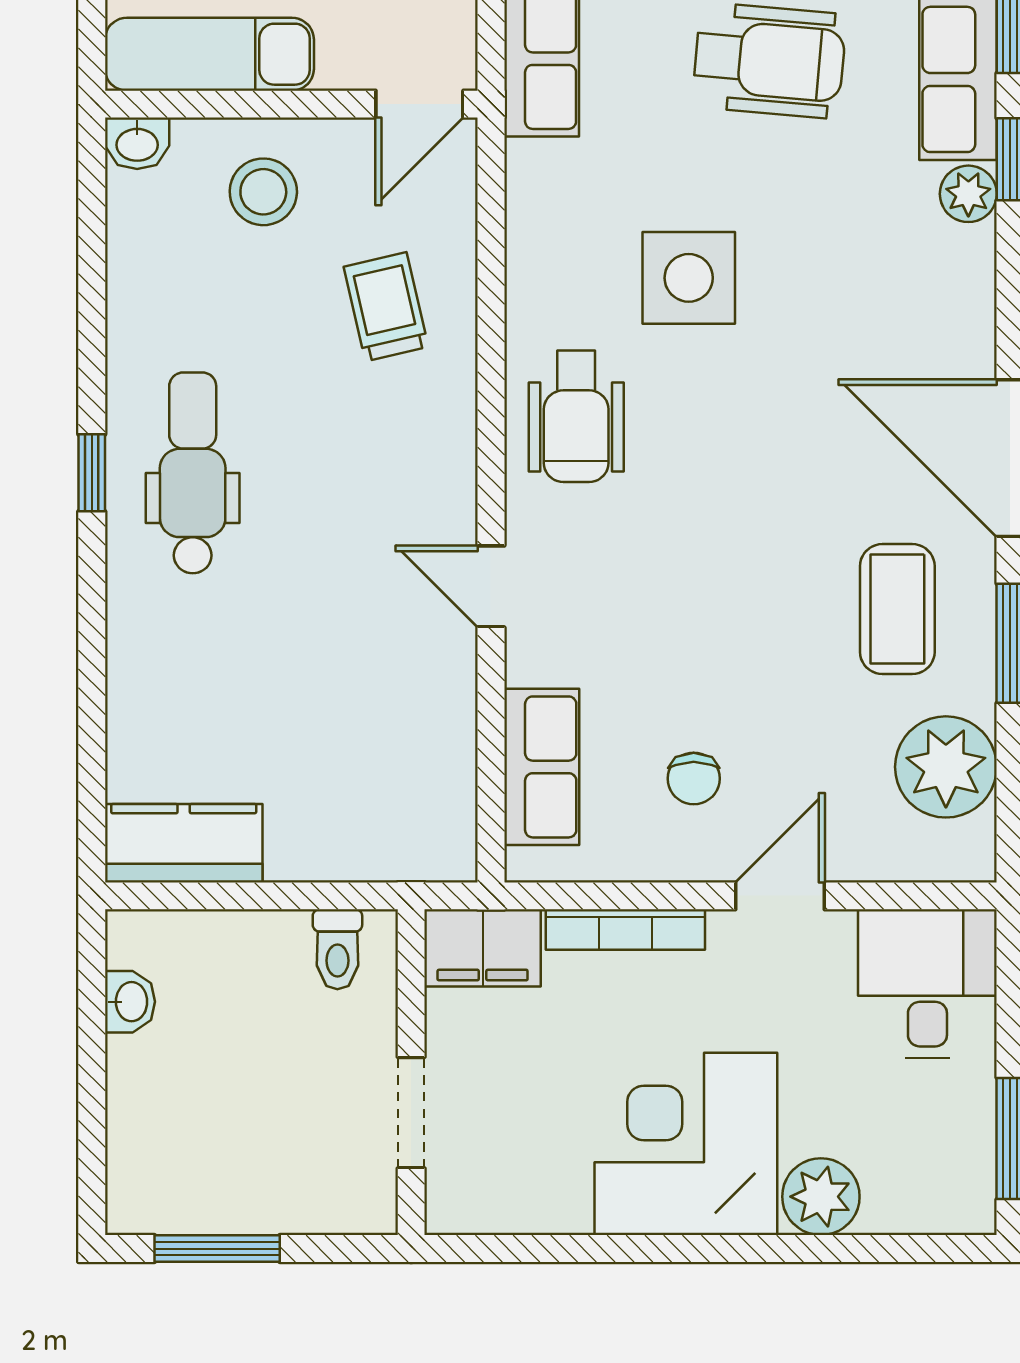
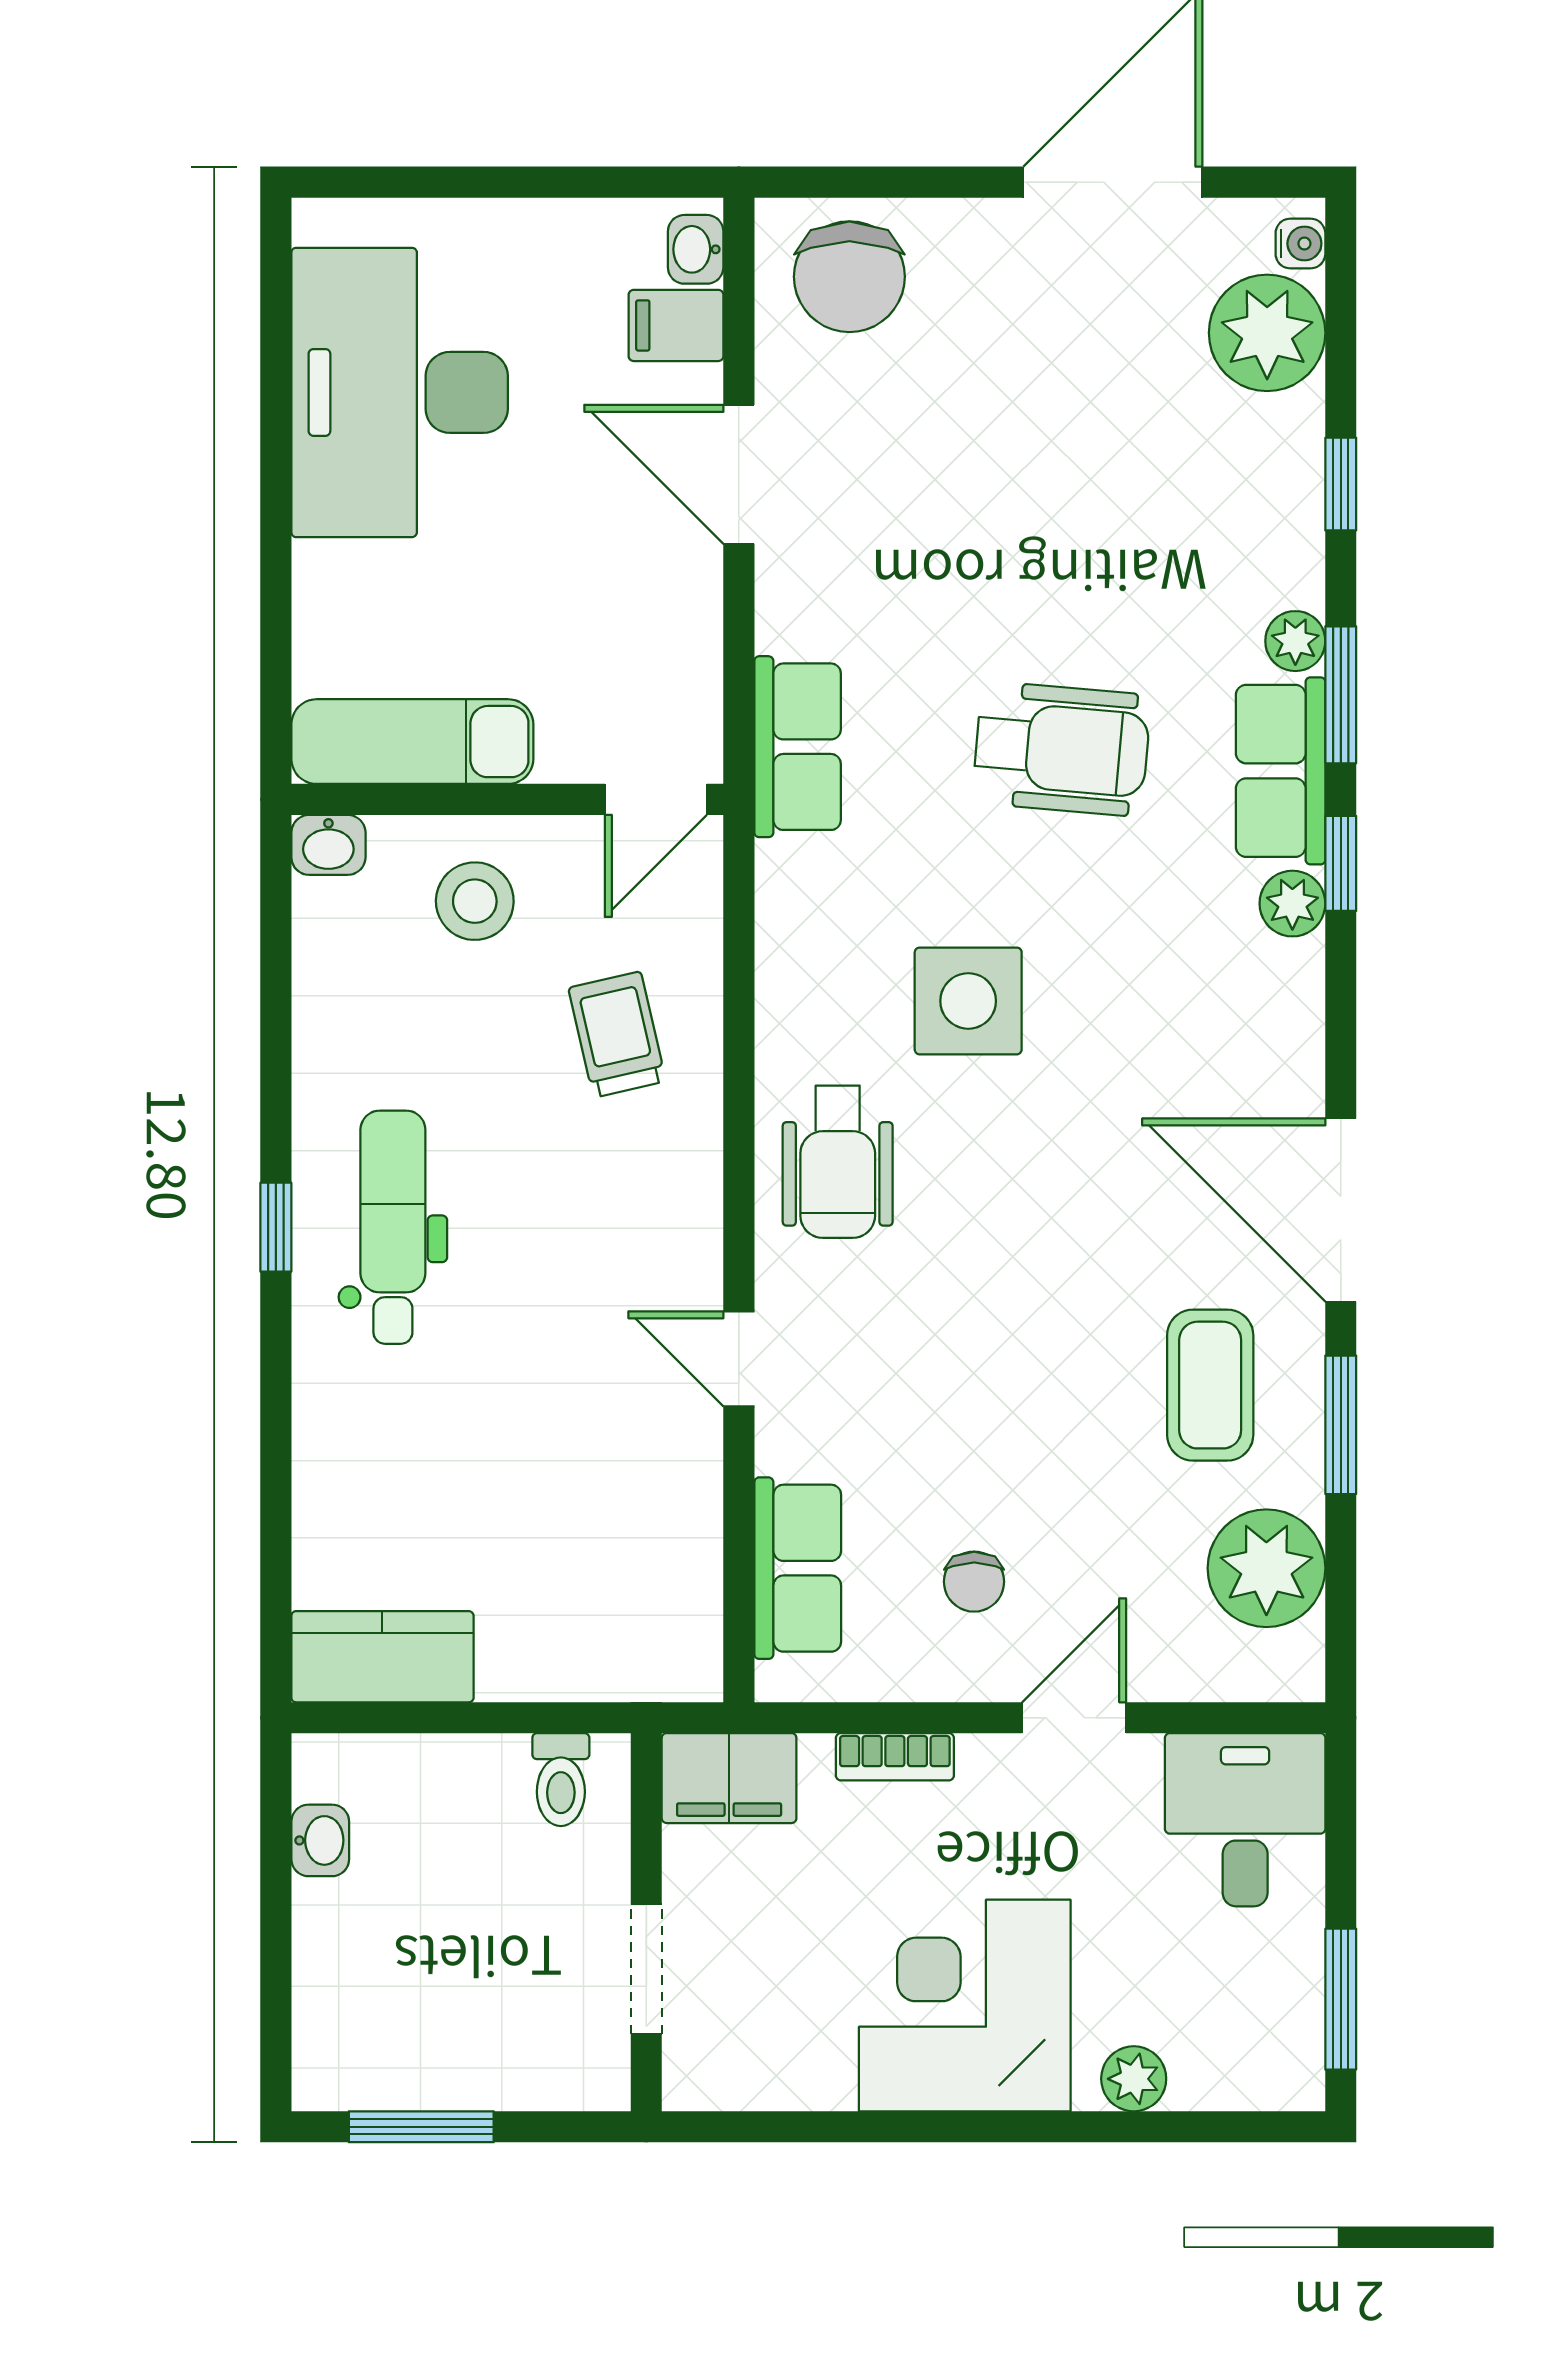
bookcase: (625, 930) -> (895, 1757), width x0.64
plant: (821, 1197) -> (1134, 2079), width x0.73, depth x0.73

